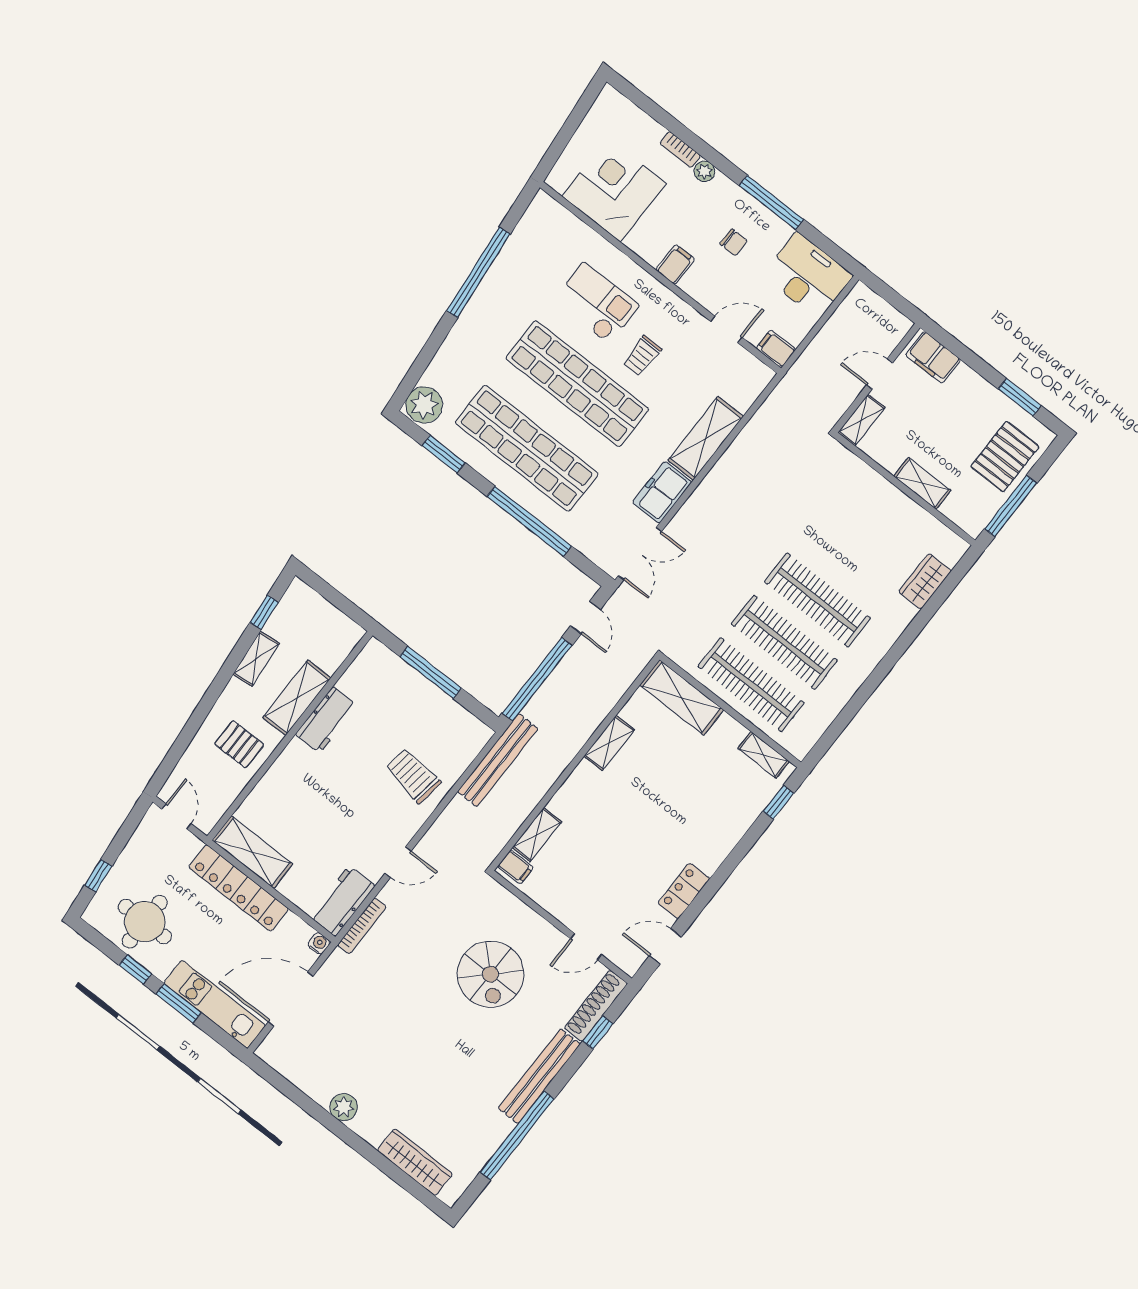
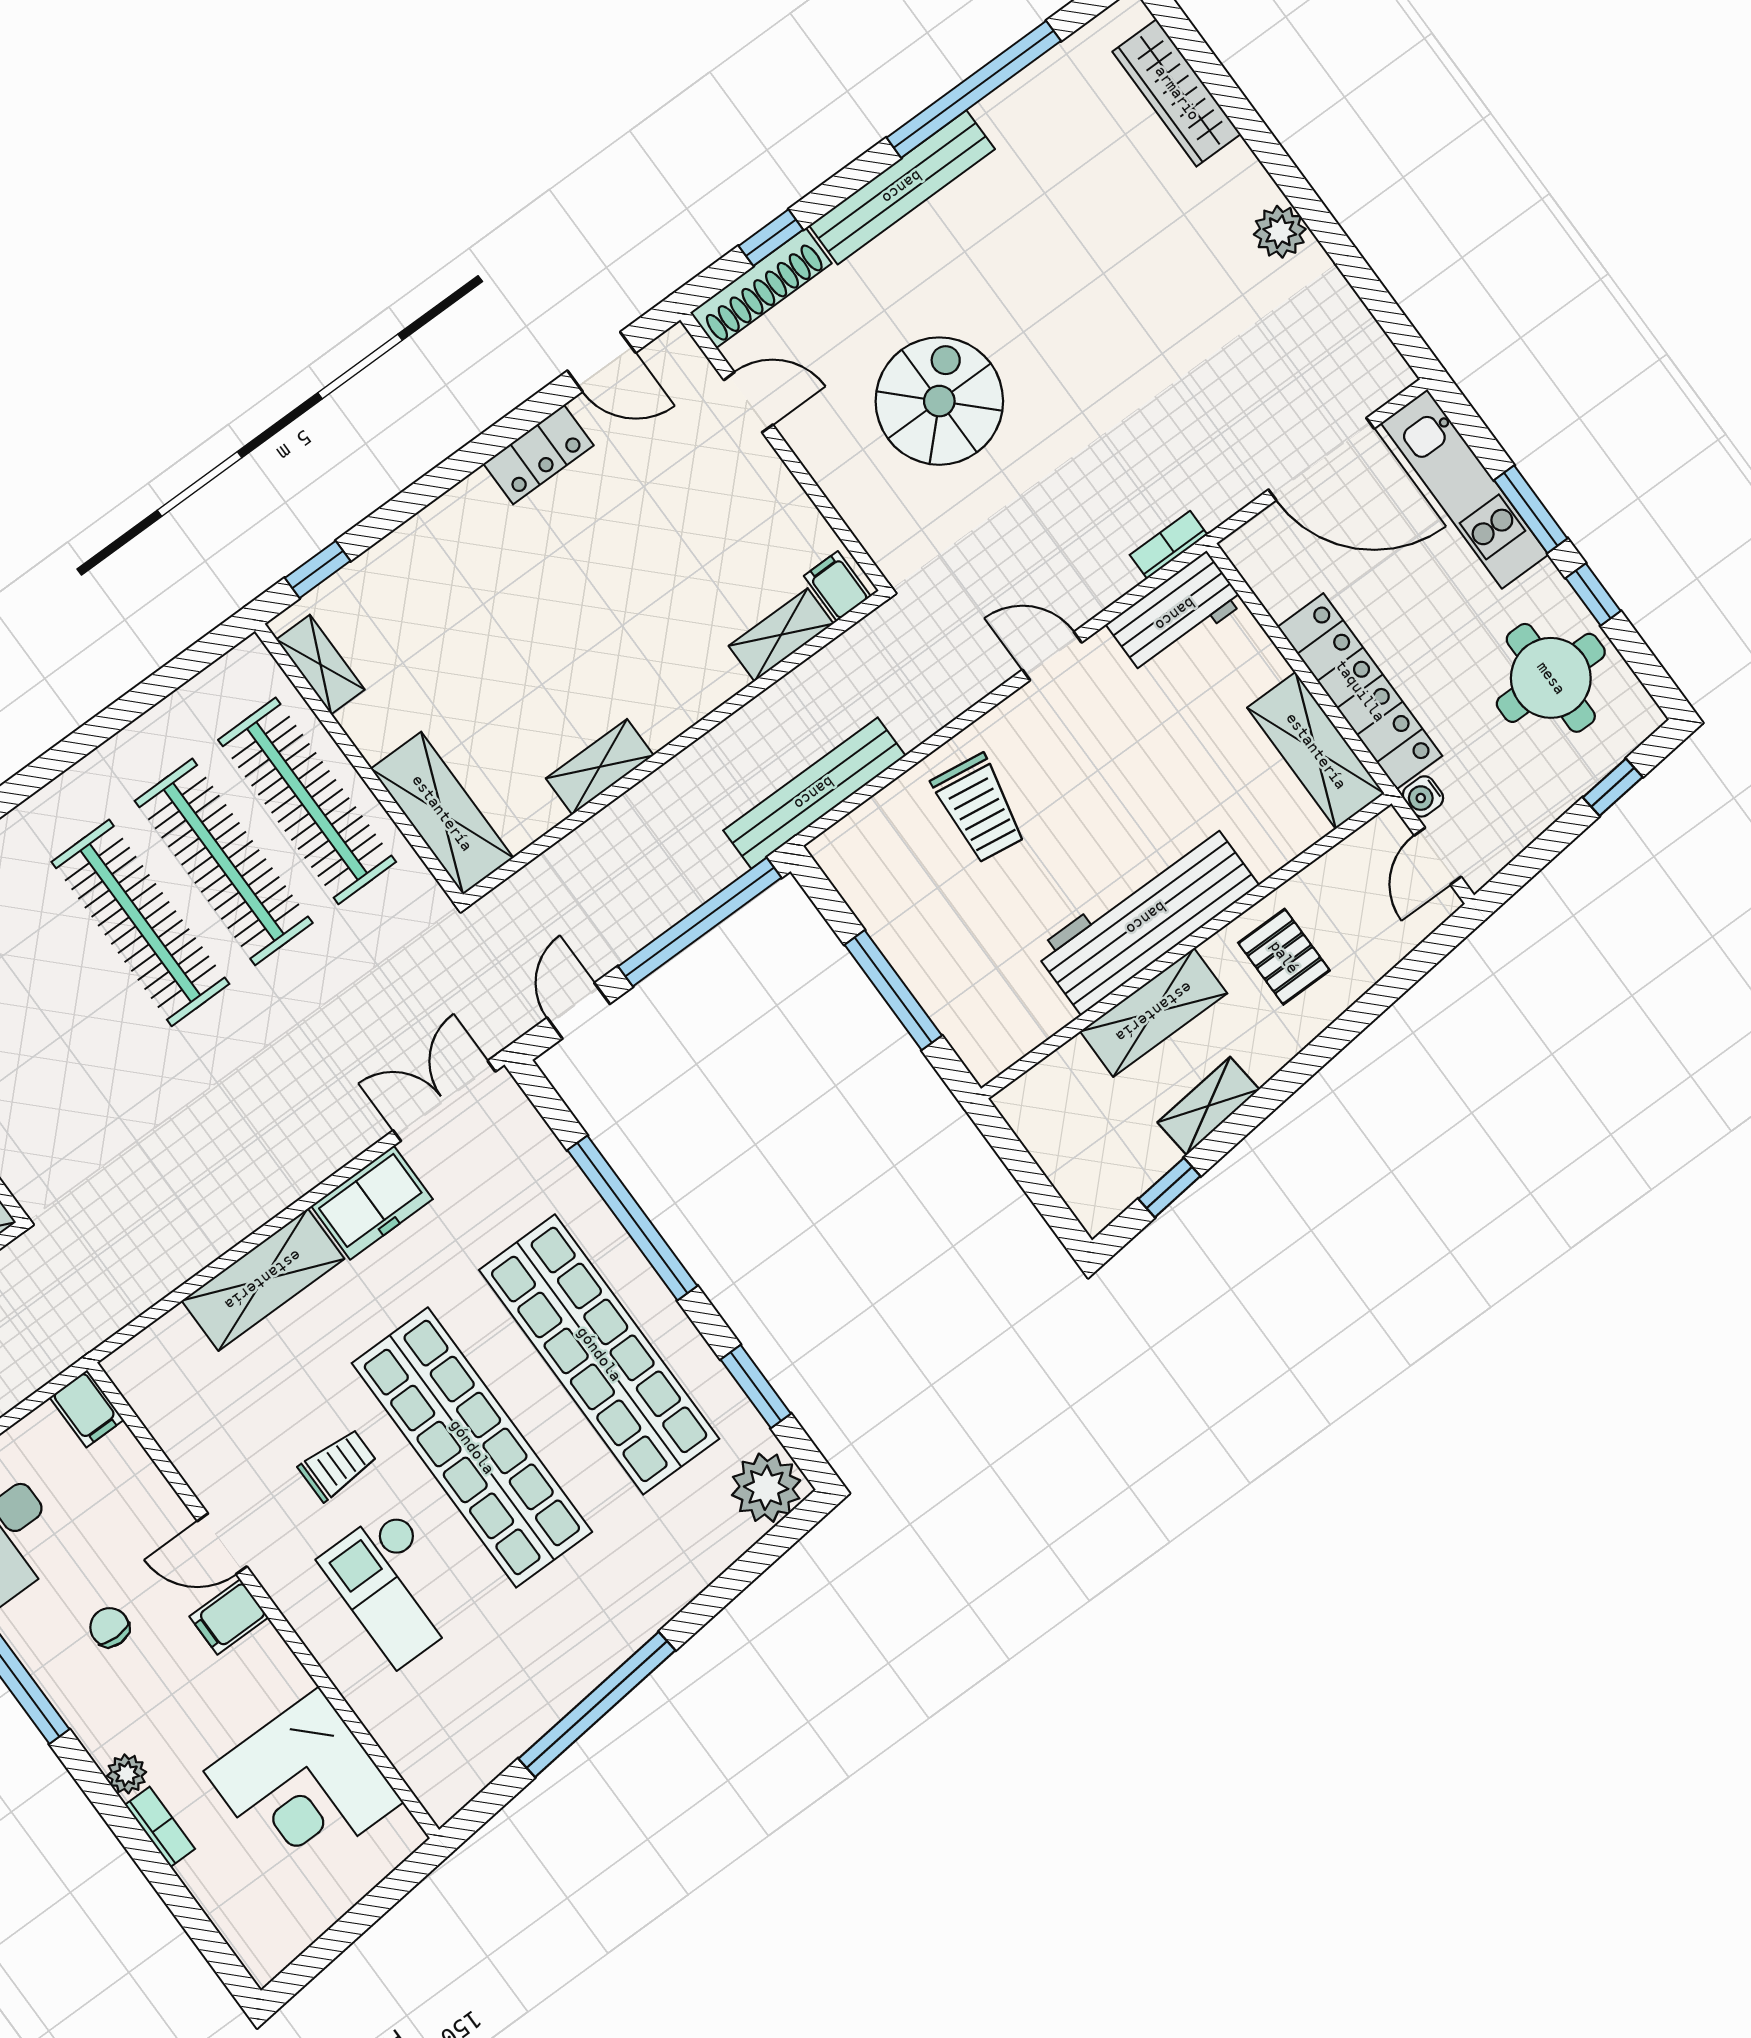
door: (726, 329) -> (222, 1544), moved
workbench: (326, 720) -> (1146, 918), width x1.88, depth x1.32
bookcase: (362, 926) -> (1169, 545), width x0.64
water cooler: (319, 943) -> (1423, 796), moved

